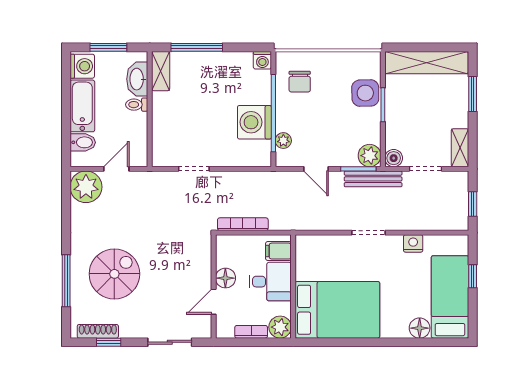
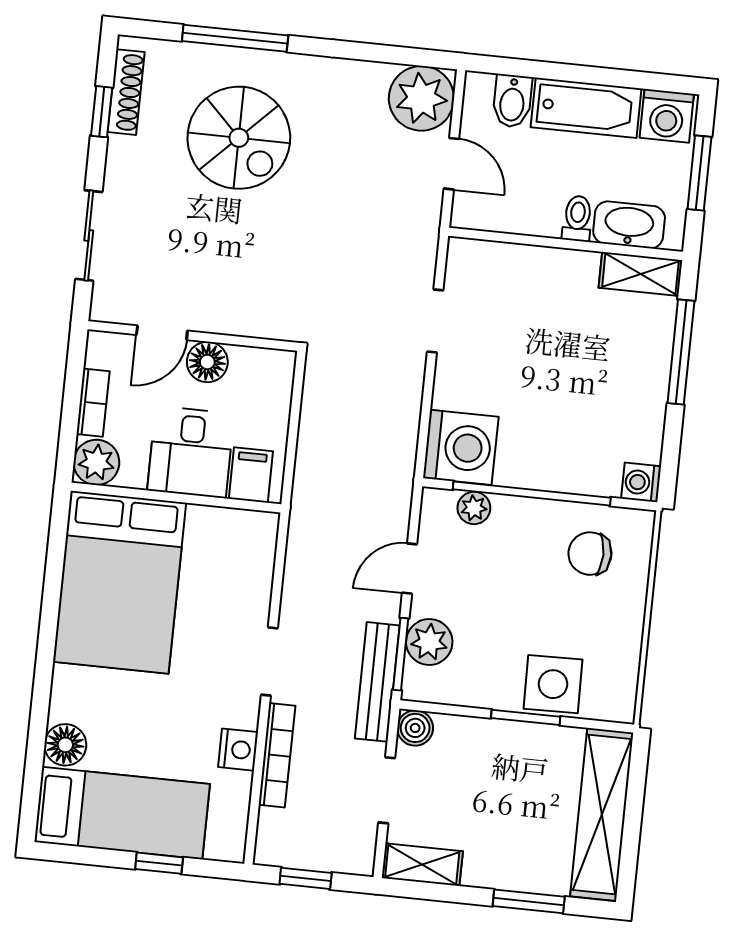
washing machine: (254, 122) -> (461, 447), moved, turned 90
plant: (370, 156) -> (429, 642), moved
bookcase: (243, 224) -> (277, 755), moved
door: (214, 302) -> (162, 333), swing flipped

